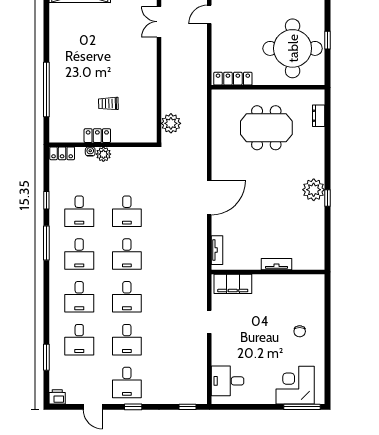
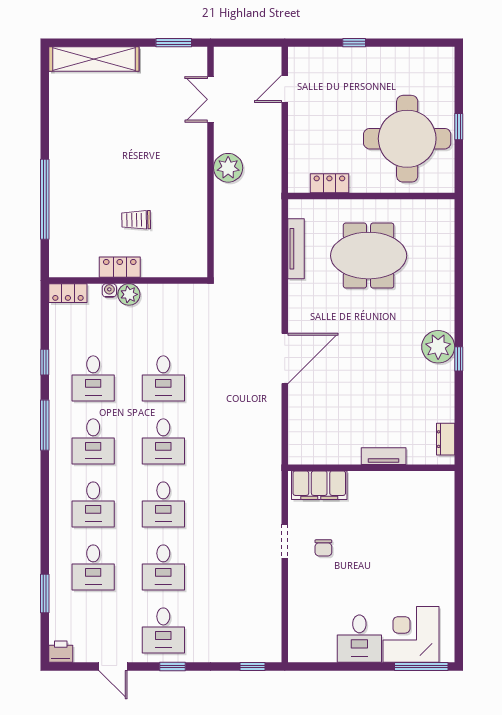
locker: (233, 79) -> (329, 183), width x0.66
dresser: (319, 116) -> (446, 439), moved
plant: (171, 123) -> (228, 168), moved
tv unit: (217, 250) -> (296, 249), moved, width x1.41
chair: (300, 331) -> (323, 548), moved
desk: (228, 381) -> (359, 639), moved, turned -90

